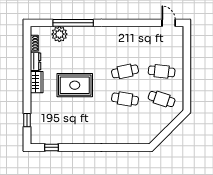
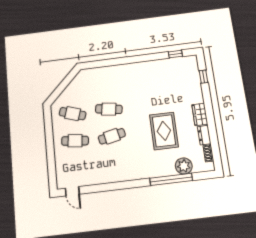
rug: (75, 85) -> (164, 131), moved, turned 90

